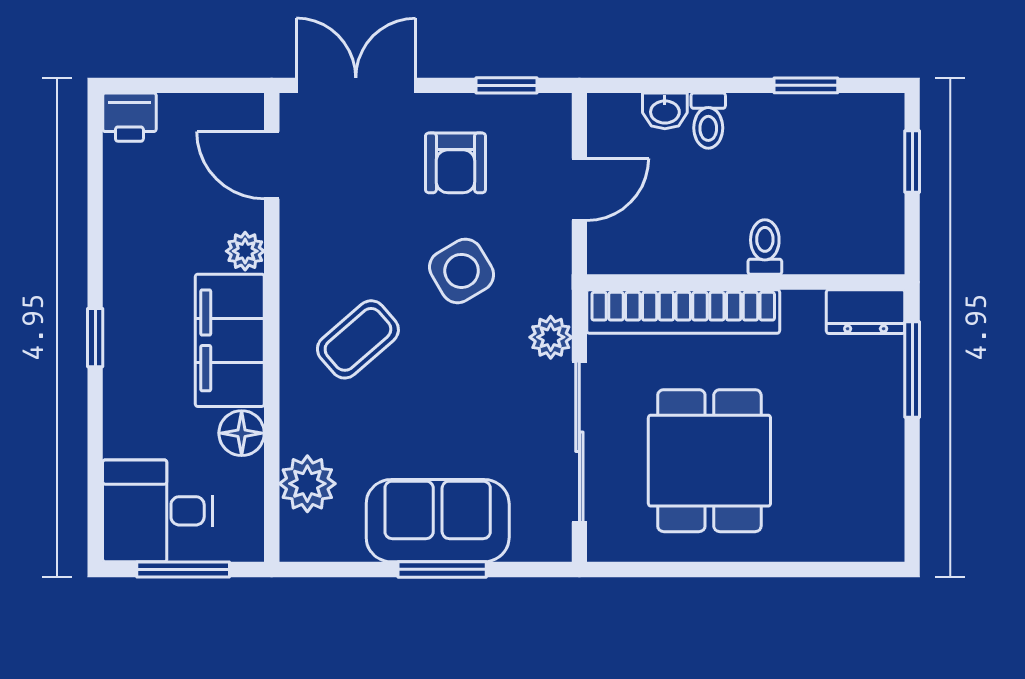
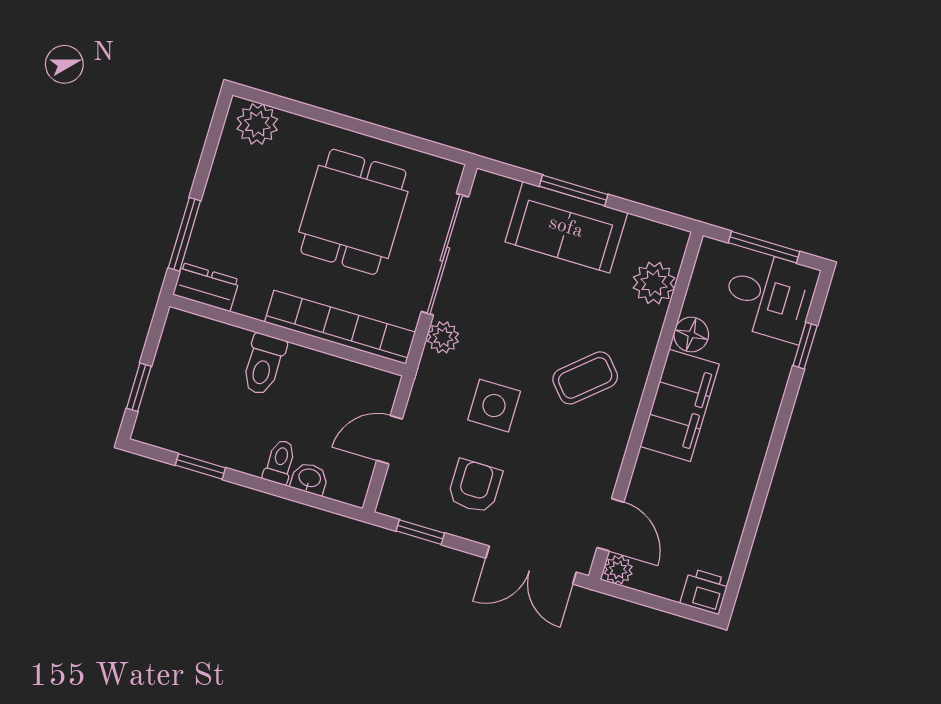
toilet: (765, 247) -> (264, 364), width x1.37, depth x1.39
plant: (245, 251) -> (618, 570), moved
side table: (462, 271) -> (494, 406), turned 31
window: (95, 338) -> (805, 346), moved
plant: (862, 535) -> (257, 124), added

